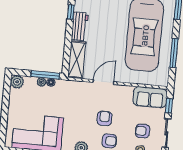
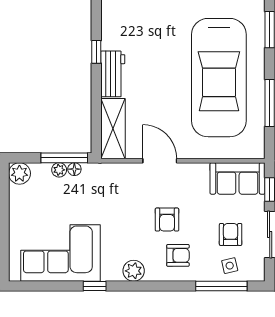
door: (103, 82) -> (160, 161), hinge flipped
armchair: (105, 118) -> (167, 220), turned 180
armchair: (143, 131) -> (231, 234), turned 90

